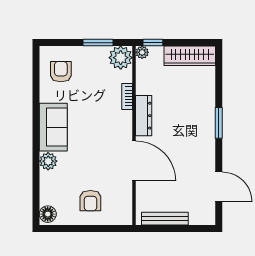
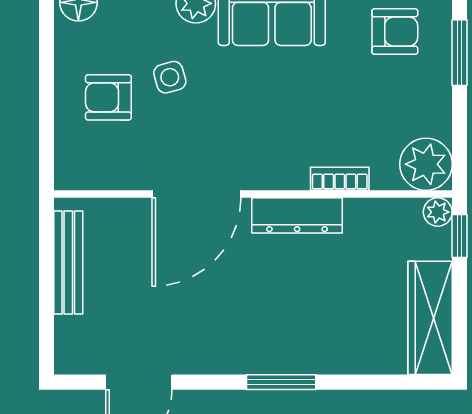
window: (98, 43) -> (459, 53), moved
side table: (81, 173) -> (170, 77), added

